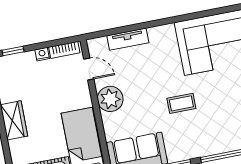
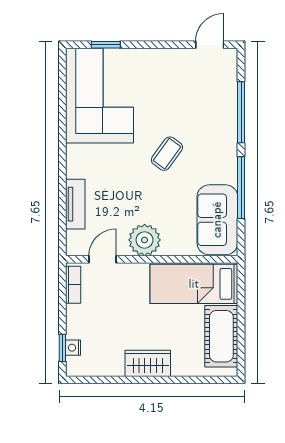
nightstand: (42, 54) -> (73, 348), moved
coffee table: (181, 103) -> (167, 154), turned 36

